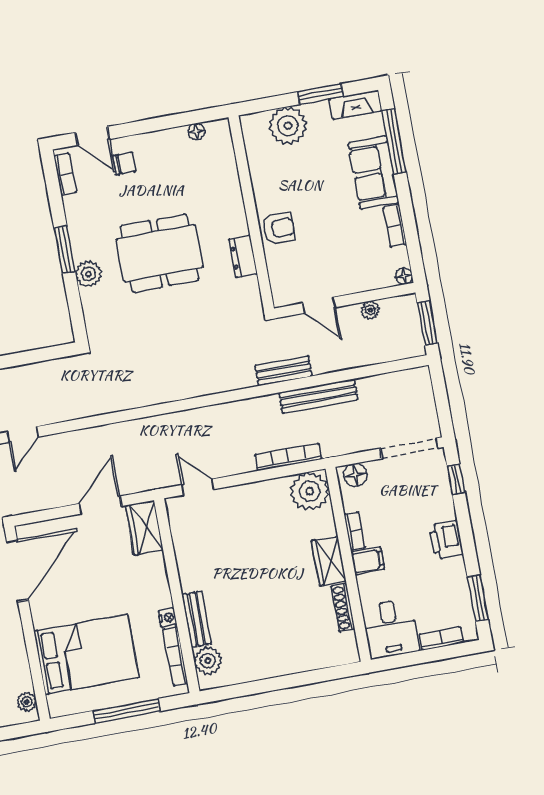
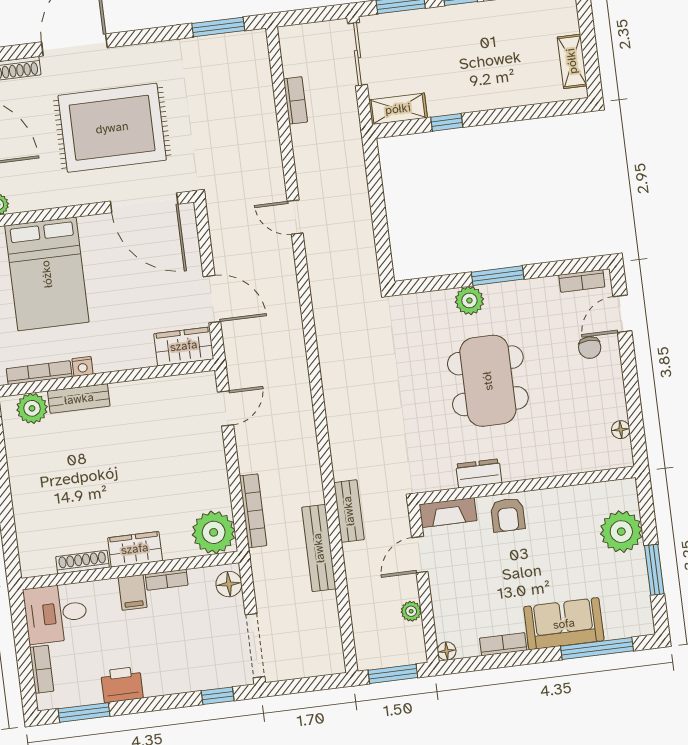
fireplace: (356, 105) -> (448, 513), moved, turned -90
printer: (446, 540) -> (122, 684), moved

